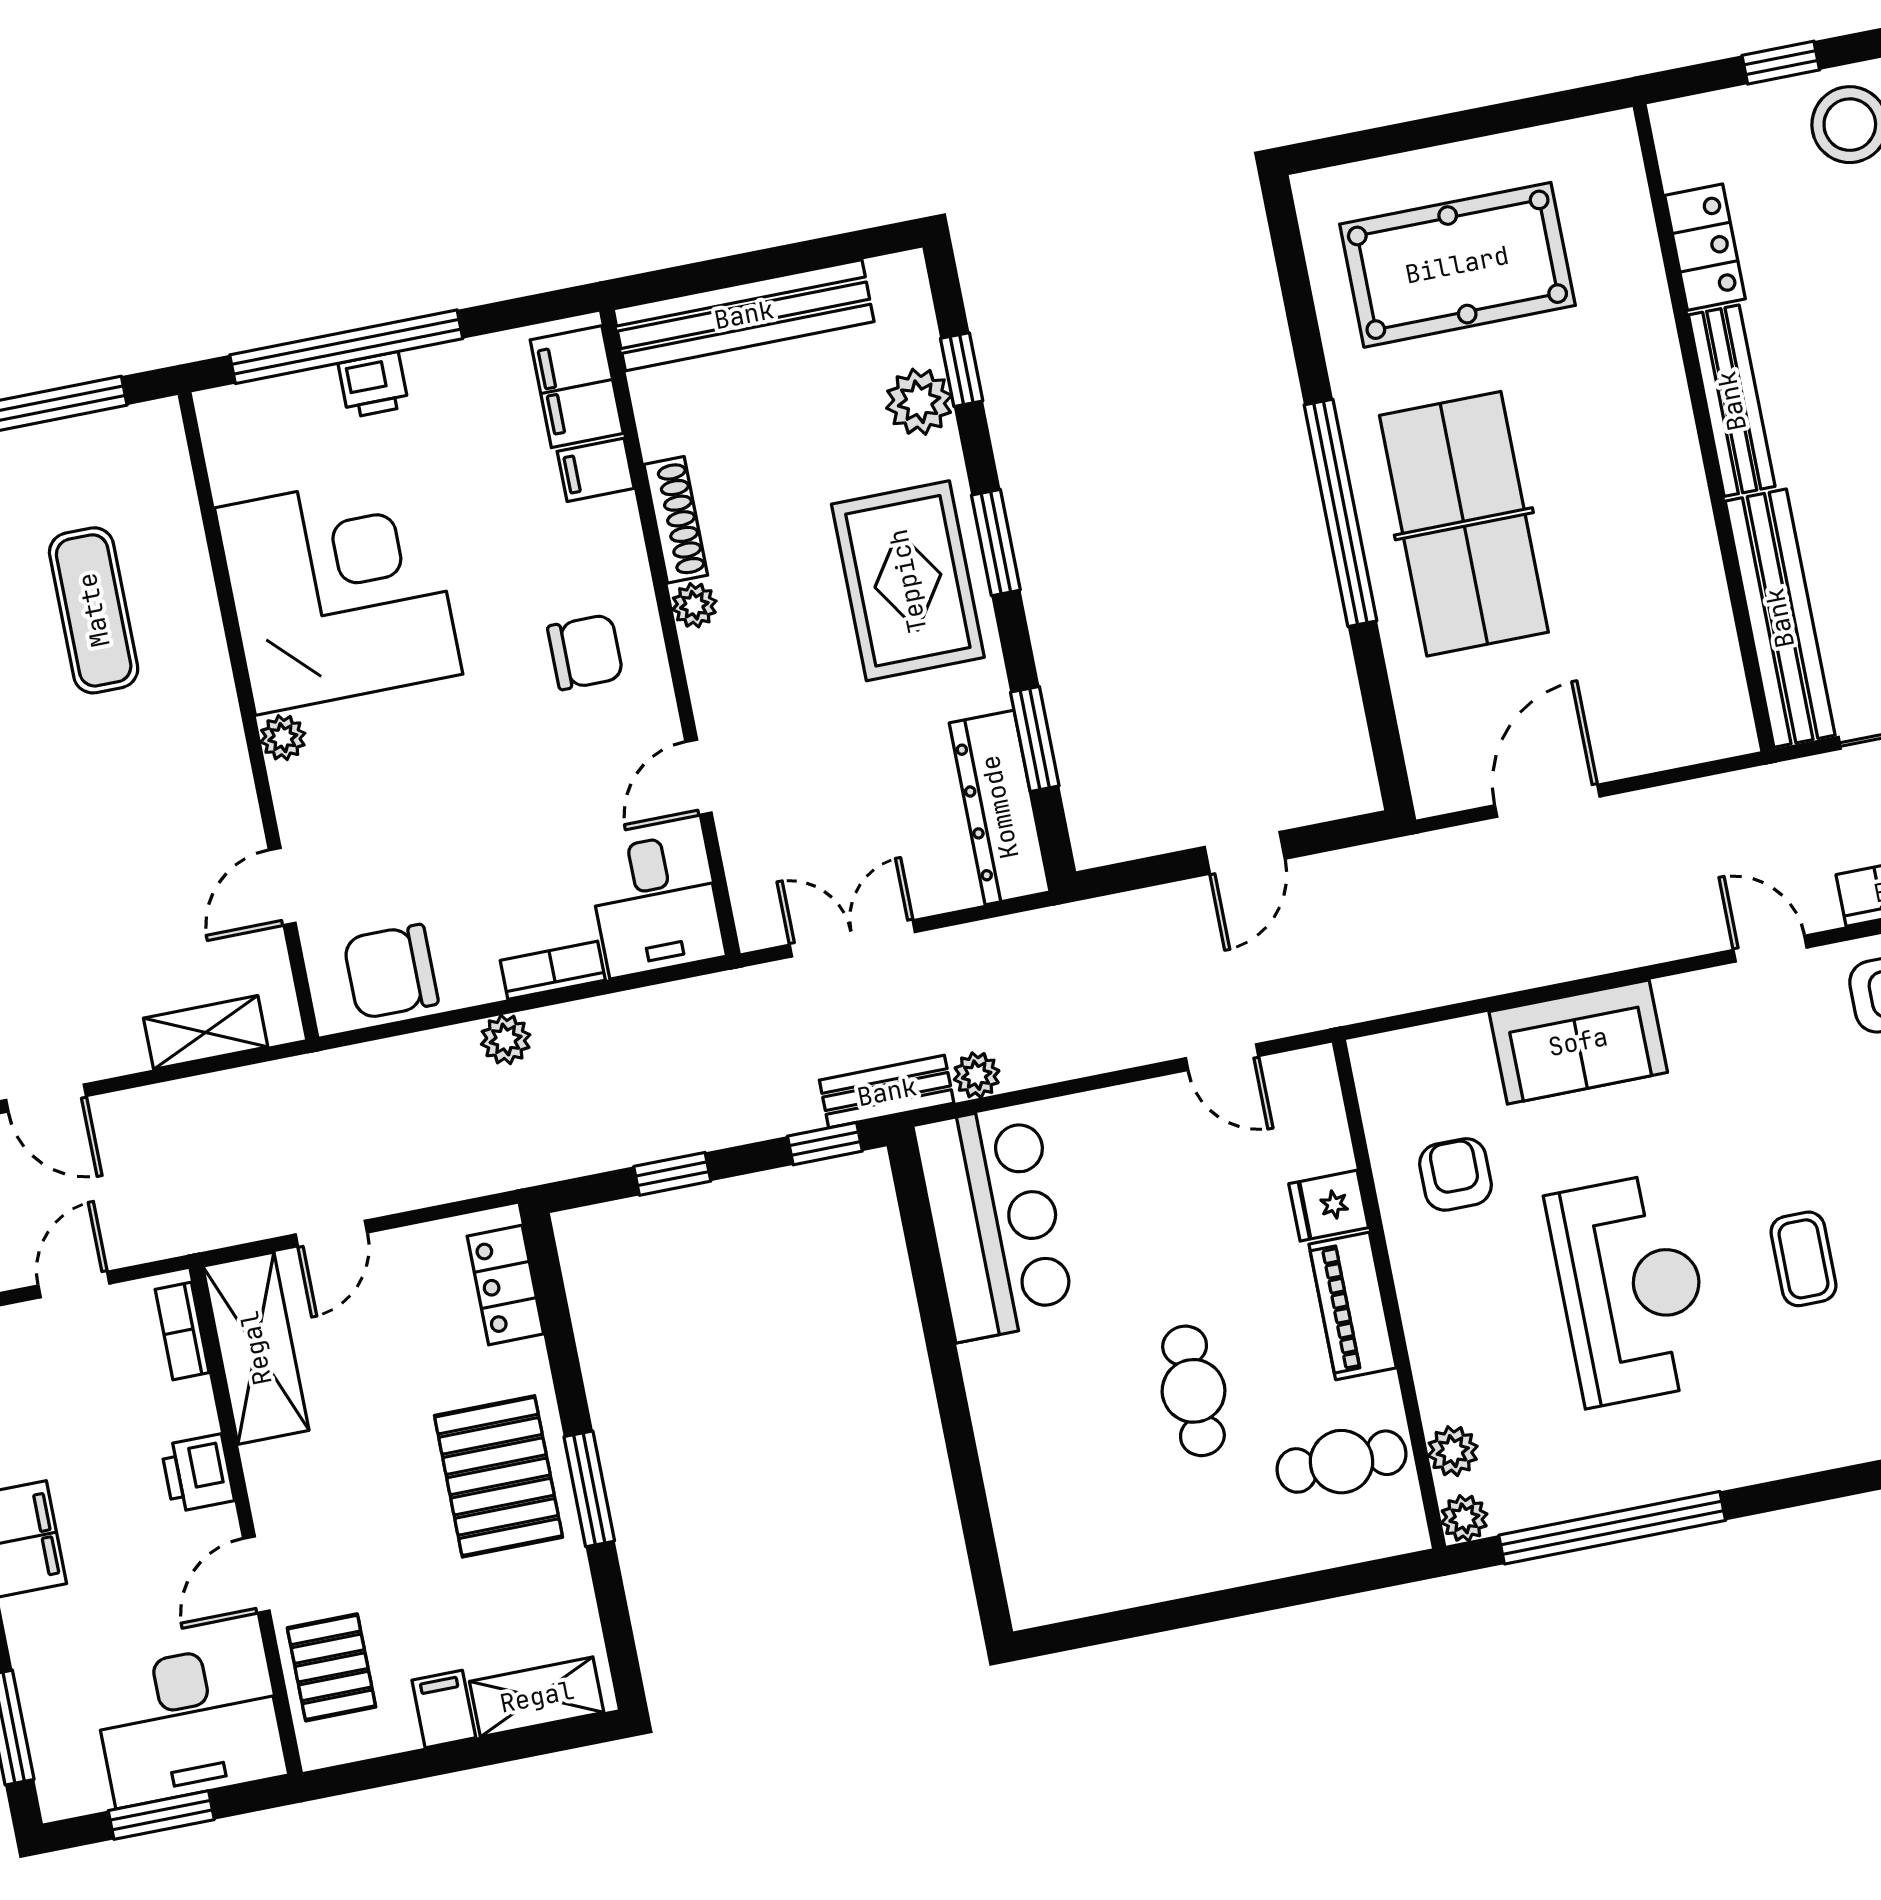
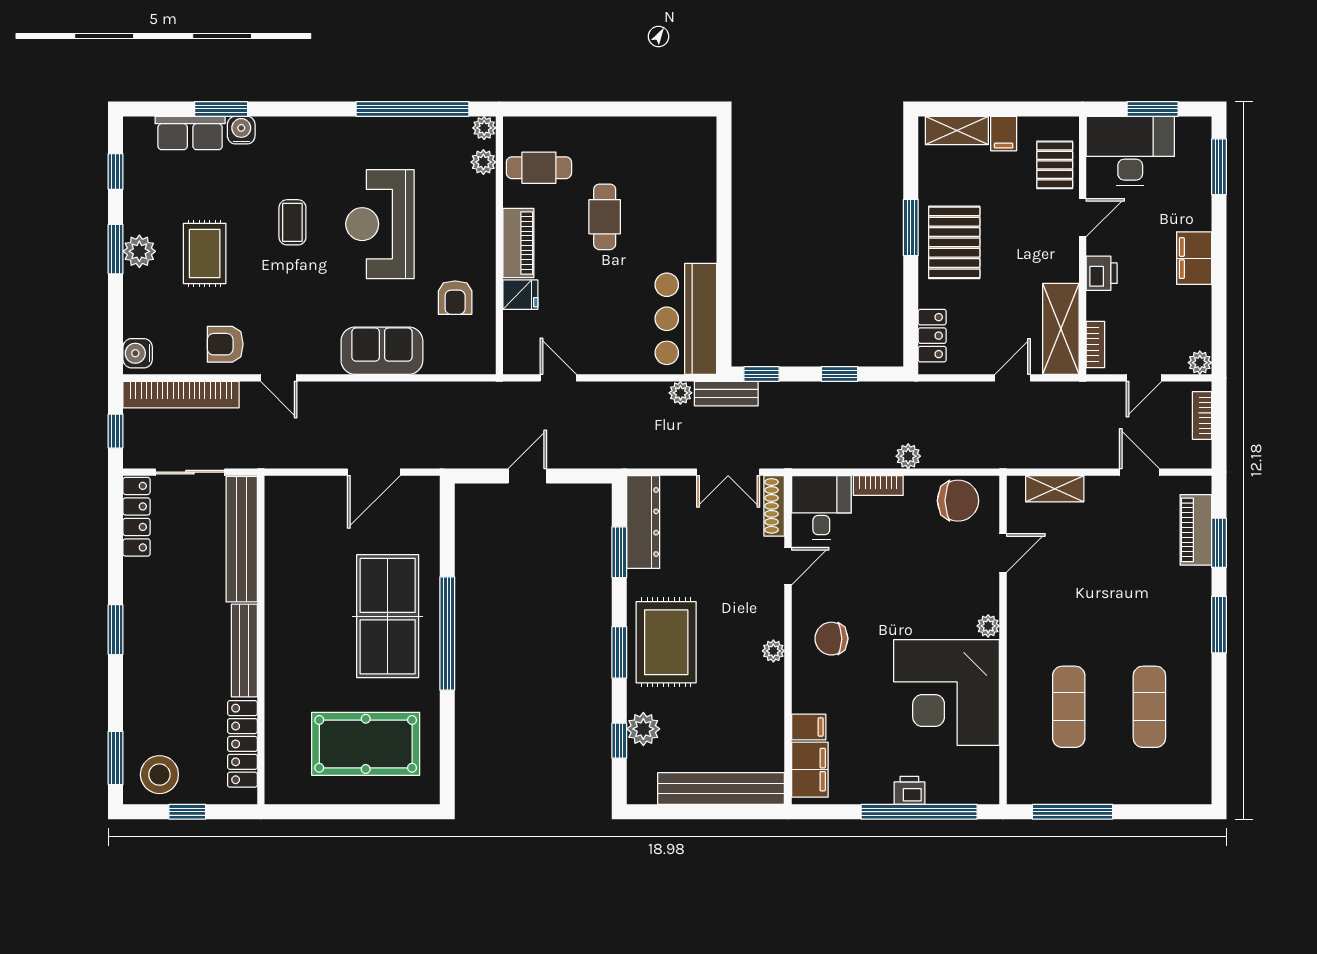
locker: (1705, 247) -> (242, 744), width x1.53
shoe rack: (676, 520) -> (774, 506), moved

